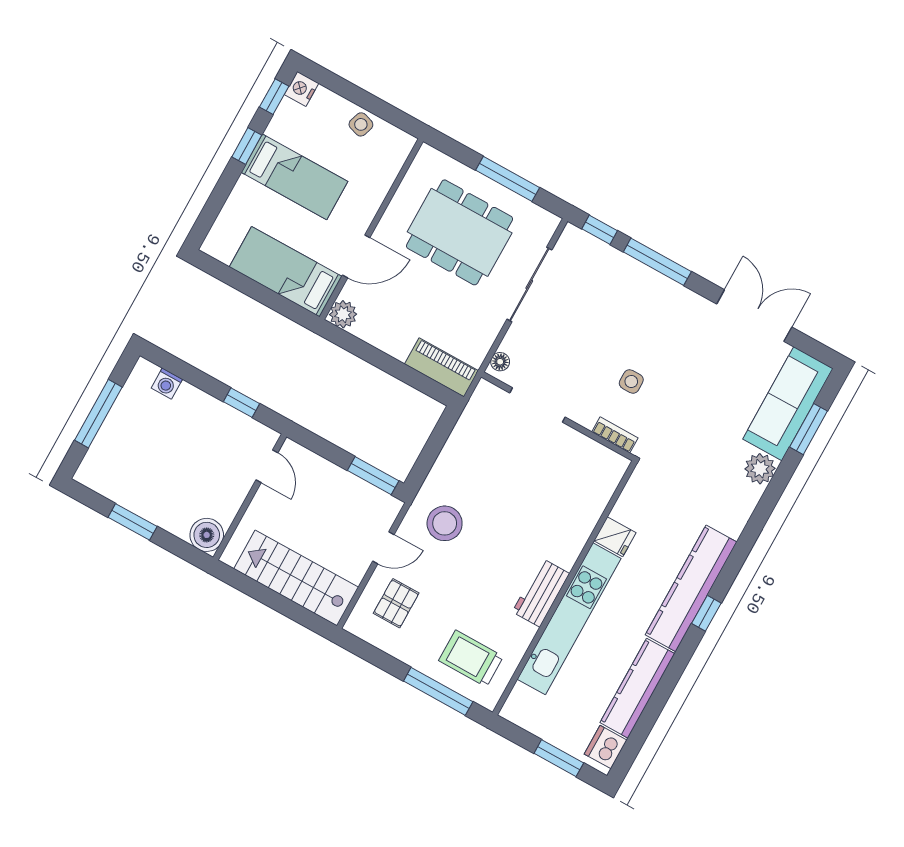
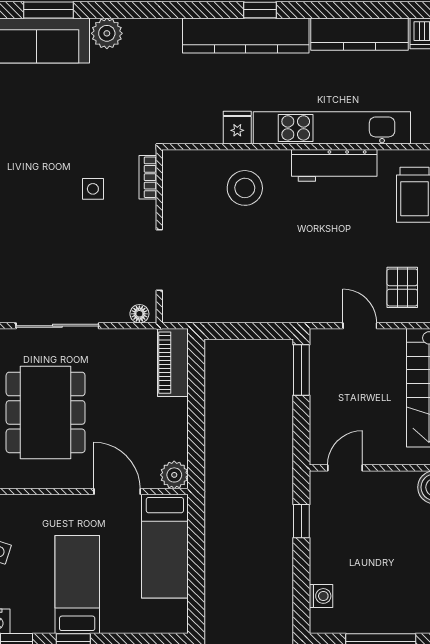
stool: (445, 523) -> (245, 188), moved
workbench: (541, 593) -> (334, 165), width x1.38
pallet: (396, 603) -> (402, 287), turned 90

